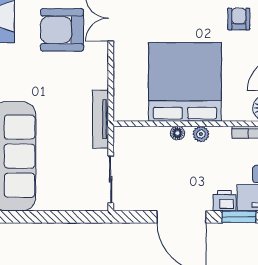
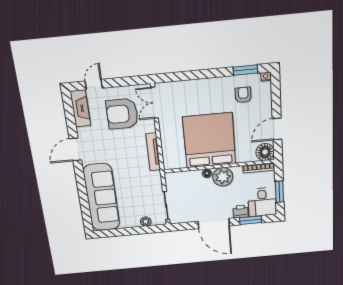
tv unit: (100, 119) -> (153, 152), moved
plant: (201, 134) -> (223, 177), width x1.87, depth x1.87
plant: (76, 203) -> (146, 222), added

